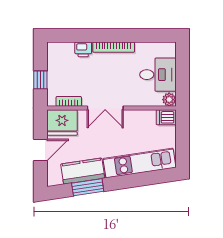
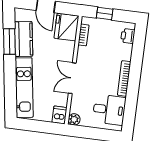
printer: (83, 49) -> (128, 36), moved
desk: (158, 75) -> (109, 110), moved, turned -90
double door: (105, 108) -> (72, 78), moved

